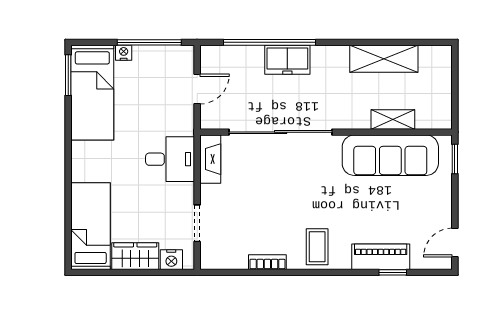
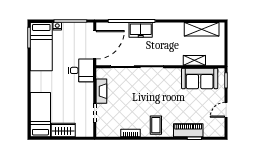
shelving: (384, 59) -> (202, 29), moved
door: (197, 89) -> (95, 45), width x1.87
sofa: (390, 155) -> (200, 78), width x0.73
desk: (170, 159) -> (81, 70), moved
fireplace: (210, 159) -> (101, 91), moved
door: (455, 243) -> (226, 110), moved
nightstand: (171, 260) -> (82, 132), removed

